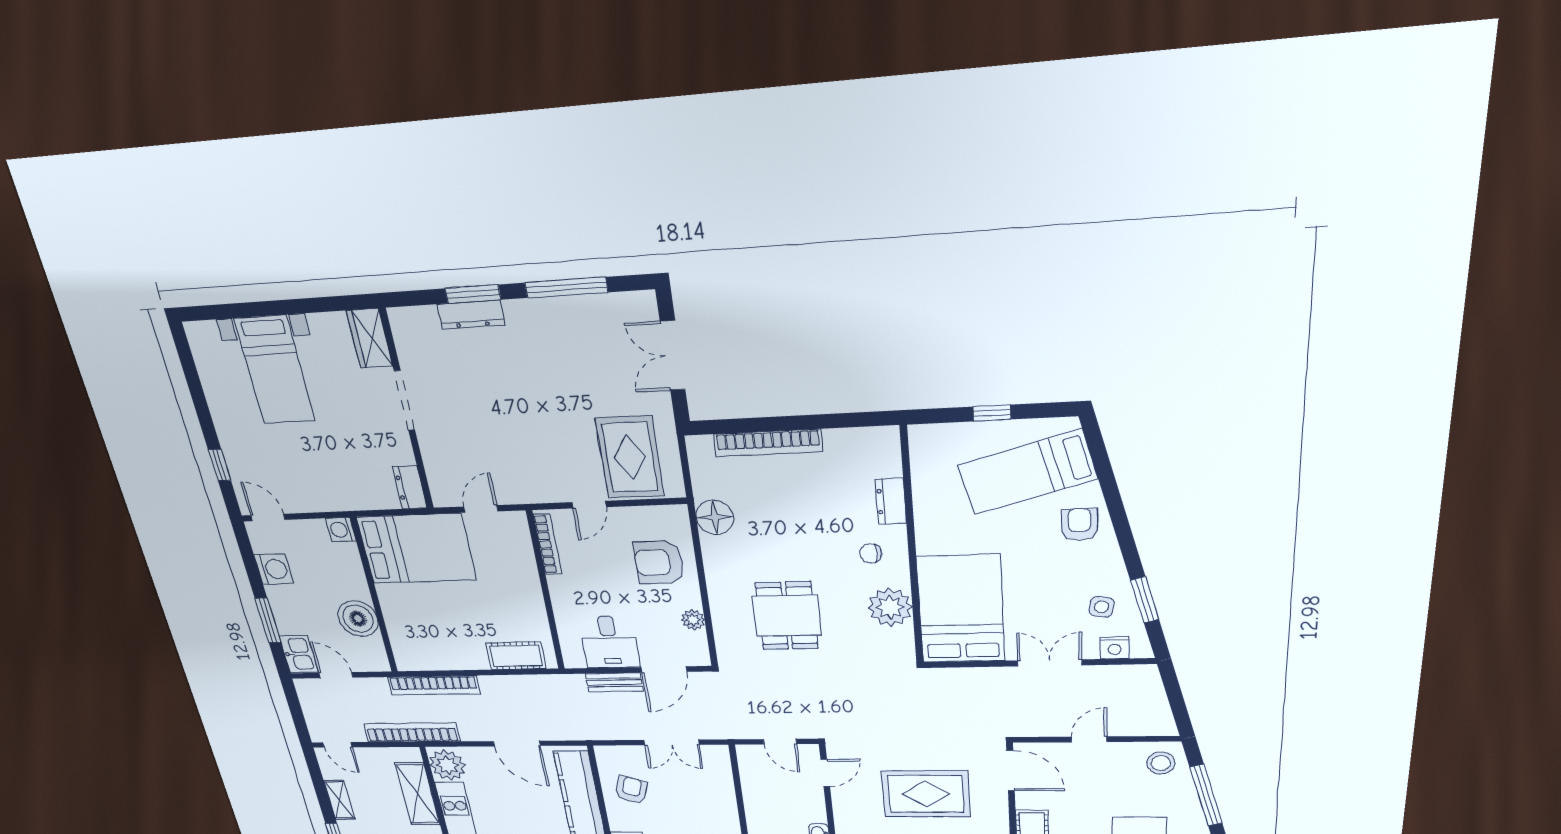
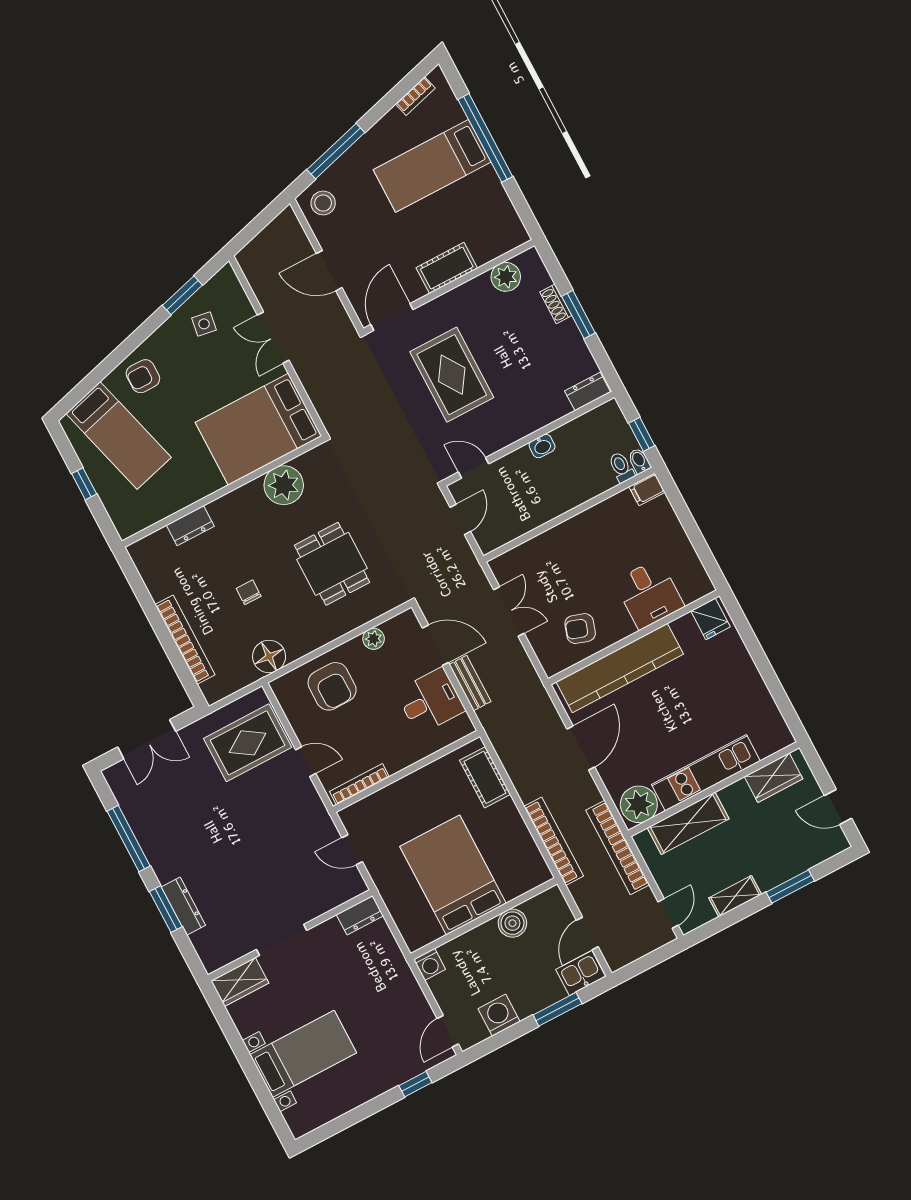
bed: (417, 549) -> (453, 875), moved
chair: (871, 553) -> (249, 592), moved, turned 180
dining table: (787, 616) -> (332, 564), turned 90
boiler: (358, 619) -> (512, 923), width x0.73, depth x0.73
nightstand: (1115, 648) -> (235, 295), removed
door: (1089, 739) -> (329, 271), width x1.38

